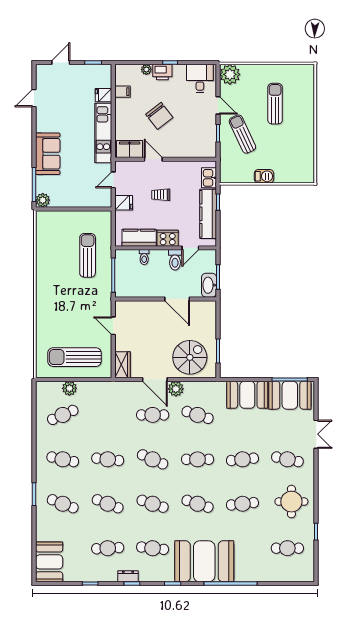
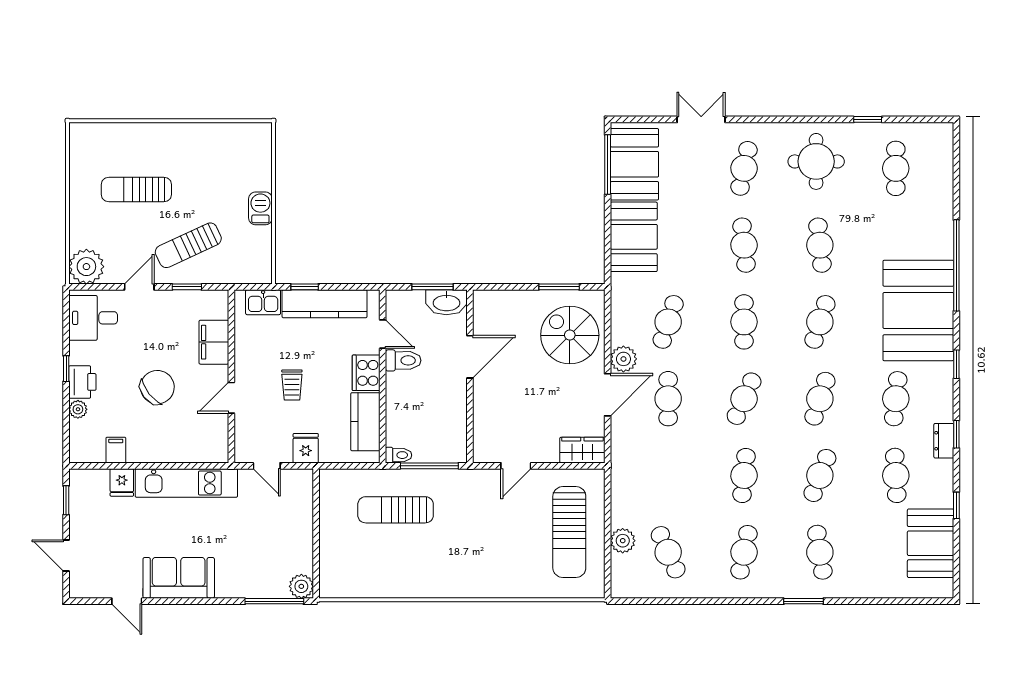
filing cabinet: (130, 149) -> (214, 342), moved
sofa: (48, 154) -> (179, 578), moved
toilet: (144, 257) -> (399, 455), moved
cafe table: (63, 504) -> (820, 552), turned -30
booth: (49, 562) -> (931, 543), moved, turned 90

